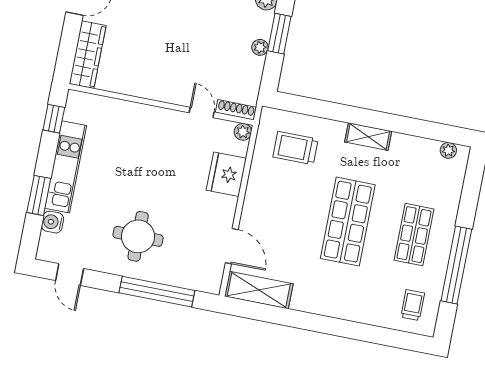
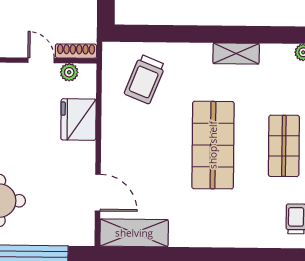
plant: (243, 132) -> (69, 72), moved
shelving: (368, 137) -> (236, 54), moved
trolley: (295, 148) -> (145, 79), turned -68

